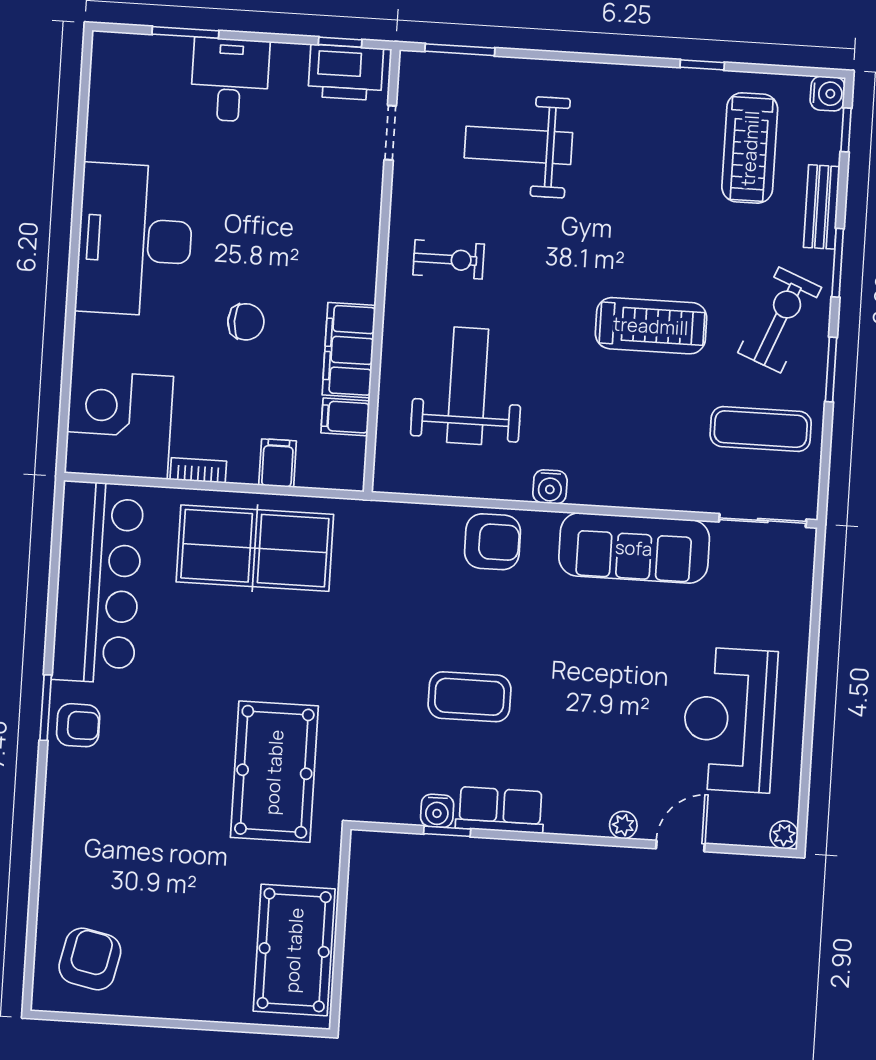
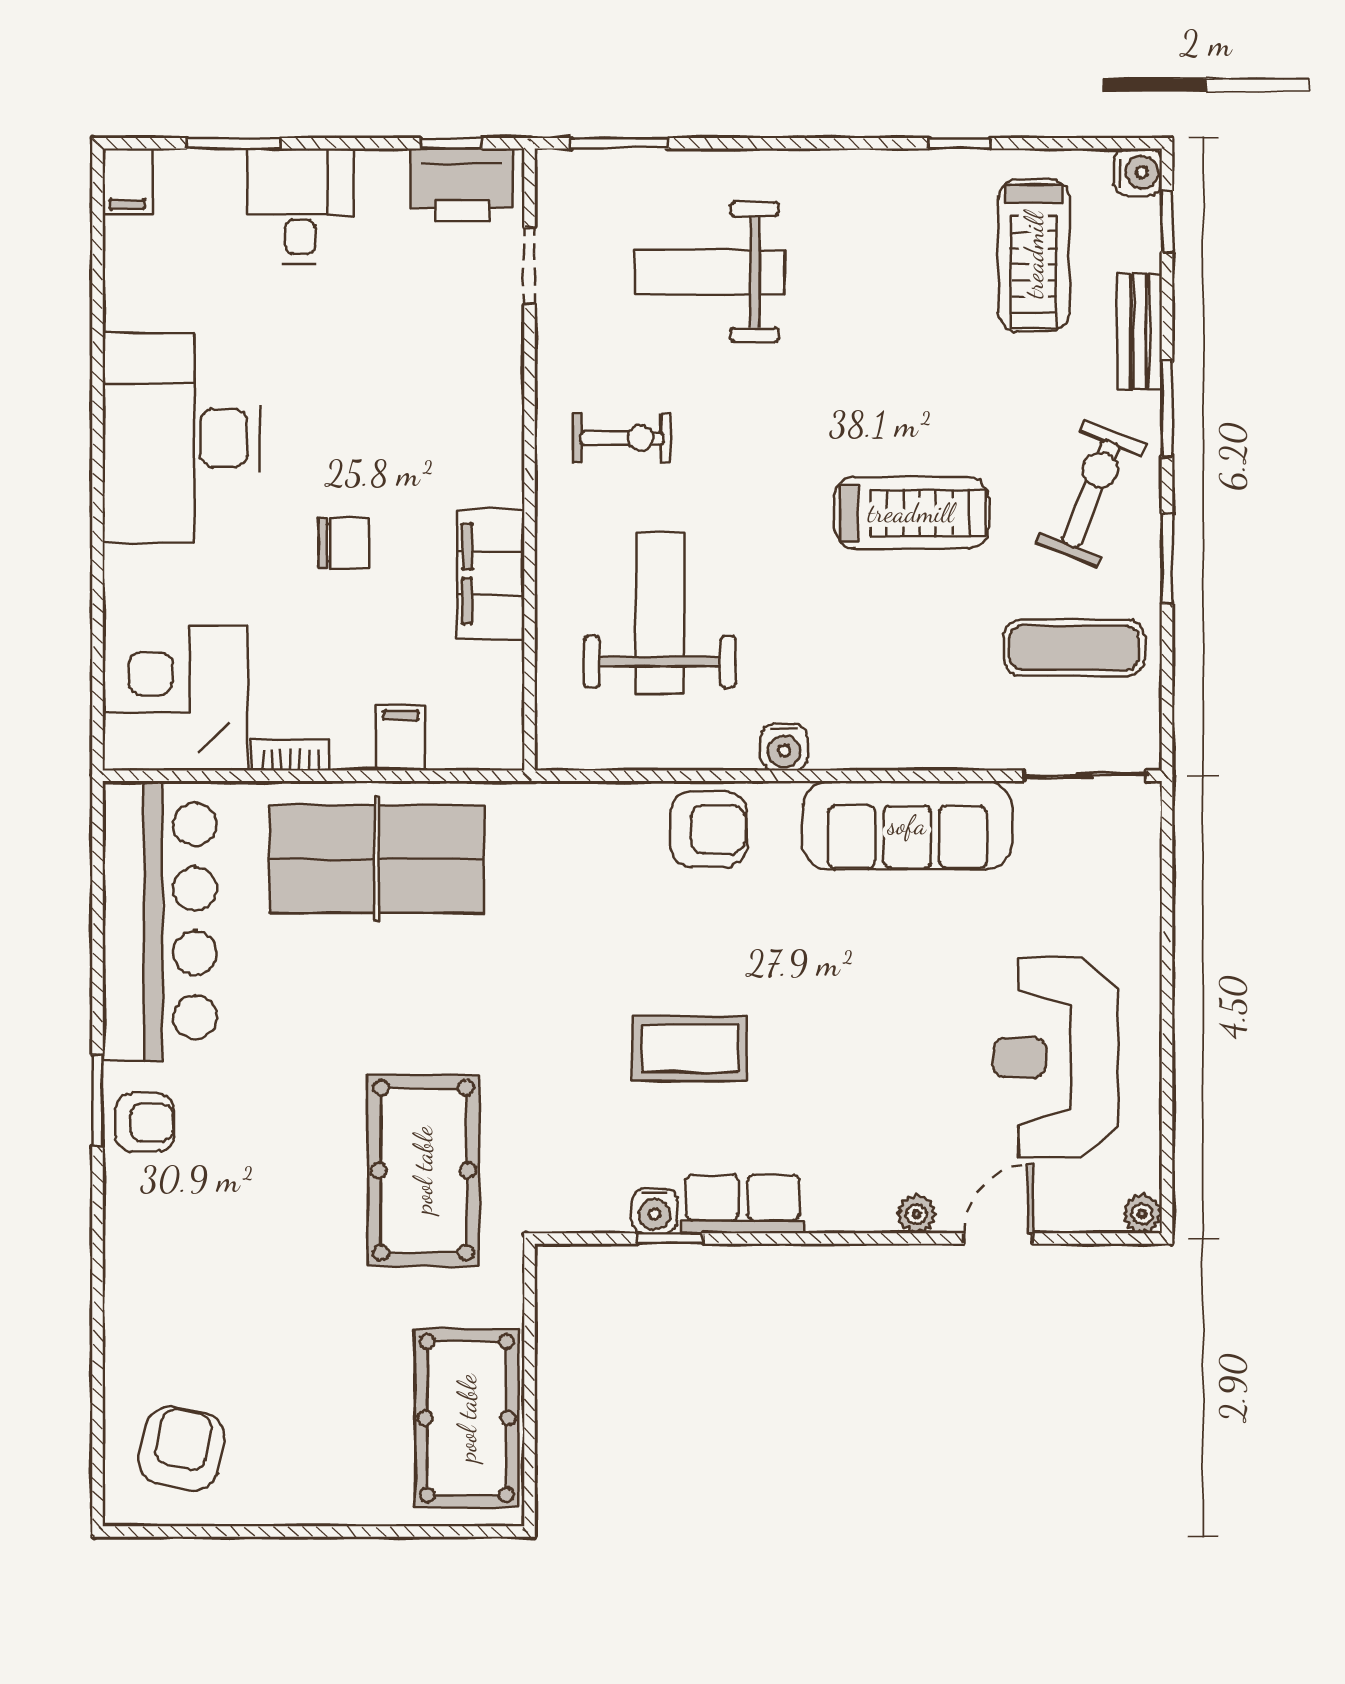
filing cabinet: (345, 417) -> (127, 181), moved, turned -90

